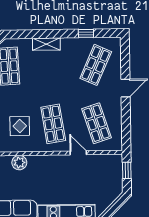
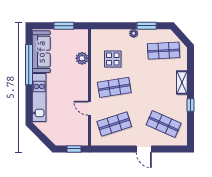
window: (86, 33) -> (190, 105), moved
door: (78, 153) -> (89, 108), swing flipped

